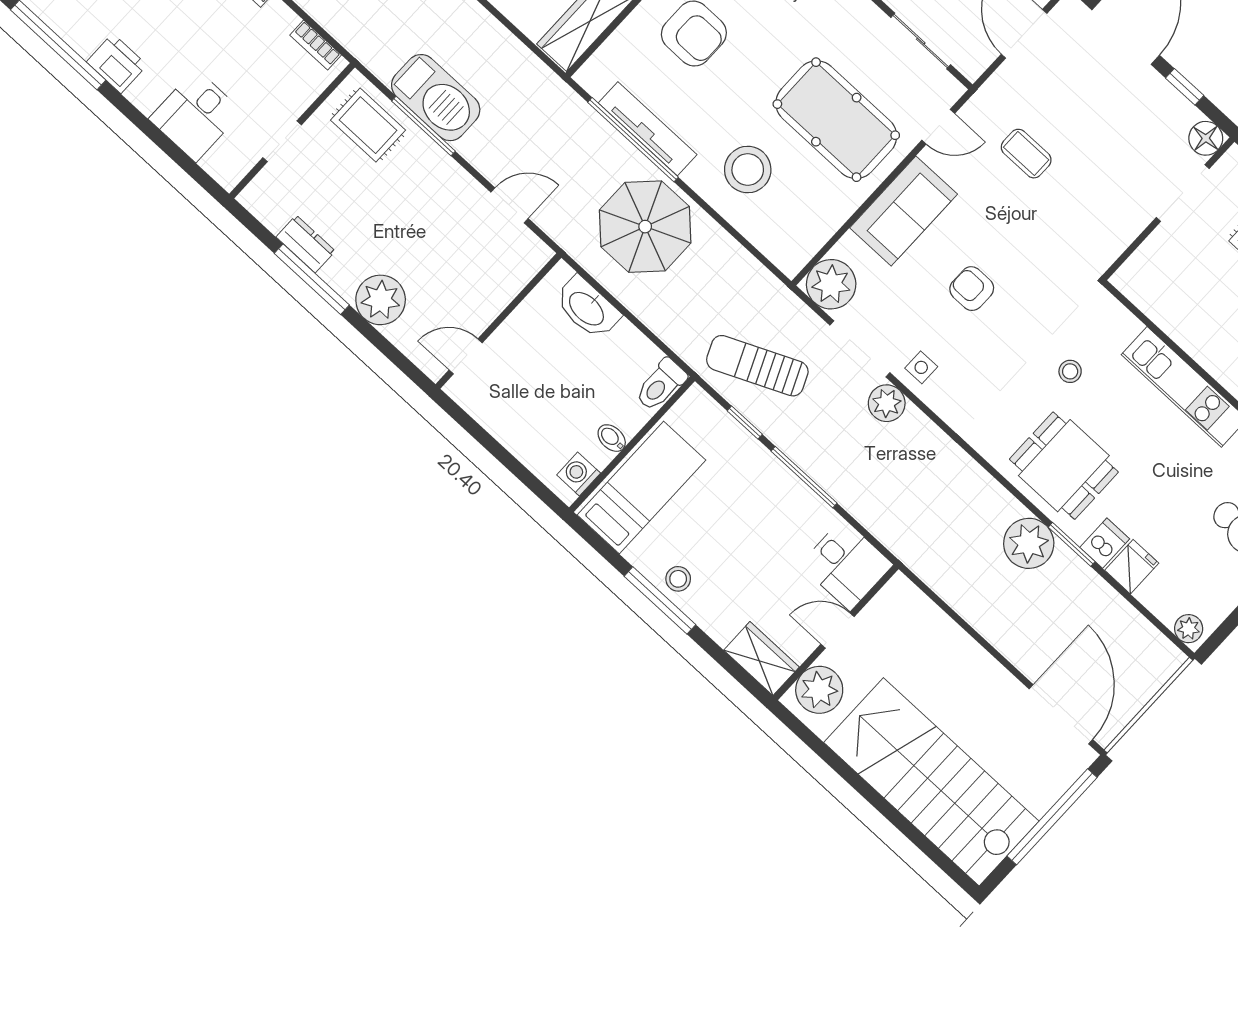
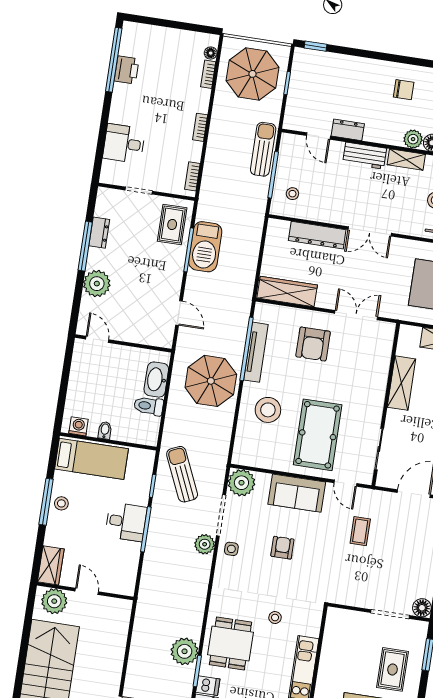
printer: (117, 63) -> (127, 70), moved
toilet: (661, 385) -> (149, 406), moved
desk: (846, 565) -> (126, 522), moved, turned -90

